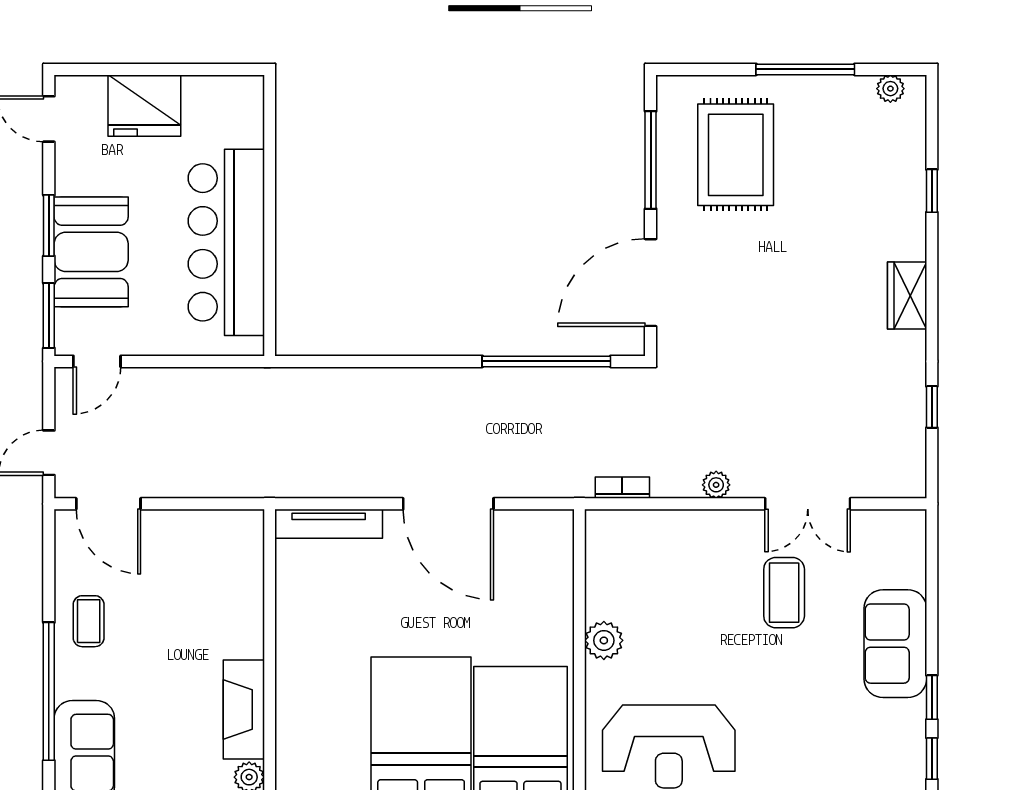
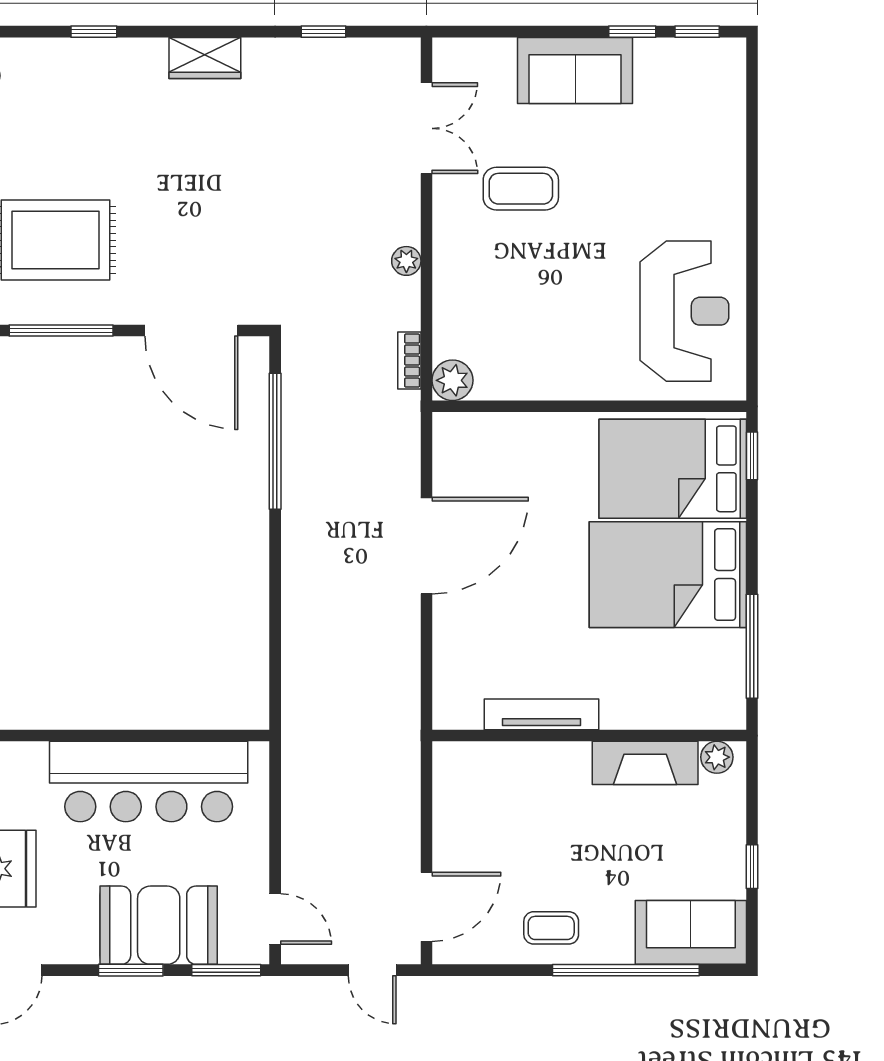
double door: (808, 504) -> (426, 128), moved
tv unit: (329, 524) -> (542, 714), moved, turned -90
plant: (604, 640) -> (452, 380), moved

